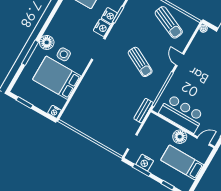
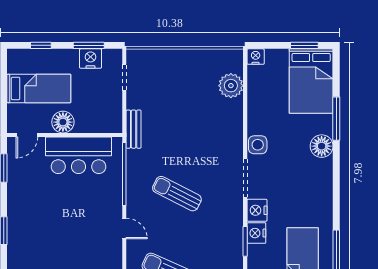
side table: (64, 54) -> (258, 145), moved
bed: (57, 78) -> (311, 81), moved, turned 90
plant: (77, 104) -> (231, 86), added

